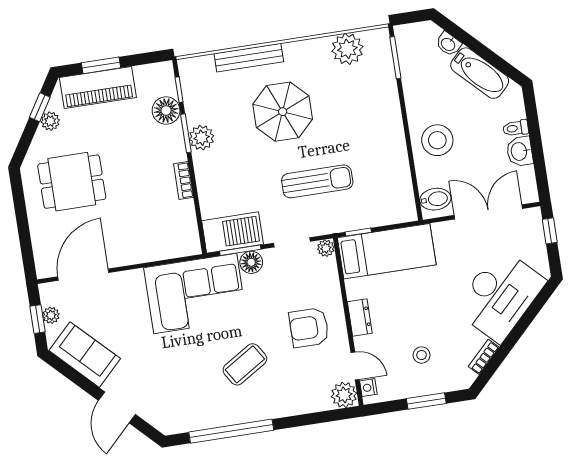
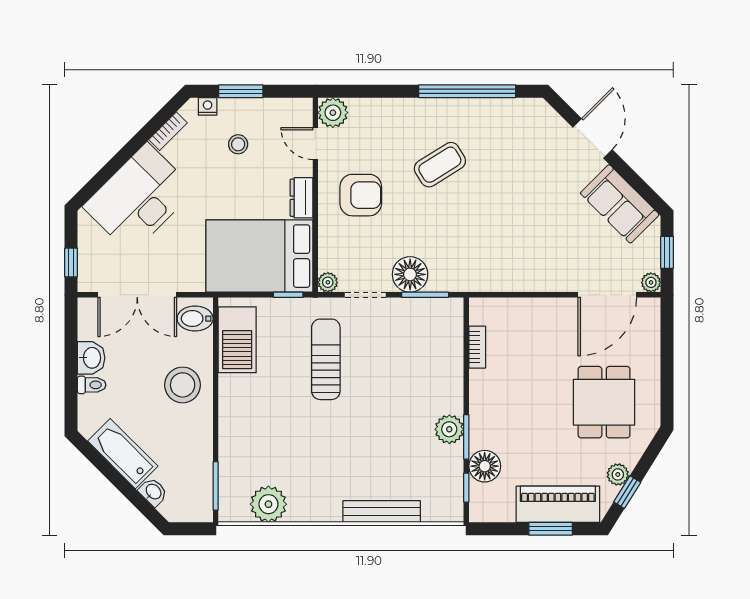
parasol: (283, 112) -> (353, 444), removed
bookcase: (184, 181) -> (477, 347), moved
sun lounger: (317, 181) -> (326, 359), turned 90
dining table: (72, 182) -> (604, 402), turned 90
barbecue: (233, 232) -> (237, 340), moved, turned -90
bed: (387, 251) -> (259, 256), width x1.50
floor lamp: (251, 262) -> (410, 274), width x1.38, depth x1.38
corner sofa: (195, 293) -> (484, 254), removed
plant: (51, 315) -> (651, 282), moved
nightstand: (368, 388) -> (208, 106), moved, turned -90

